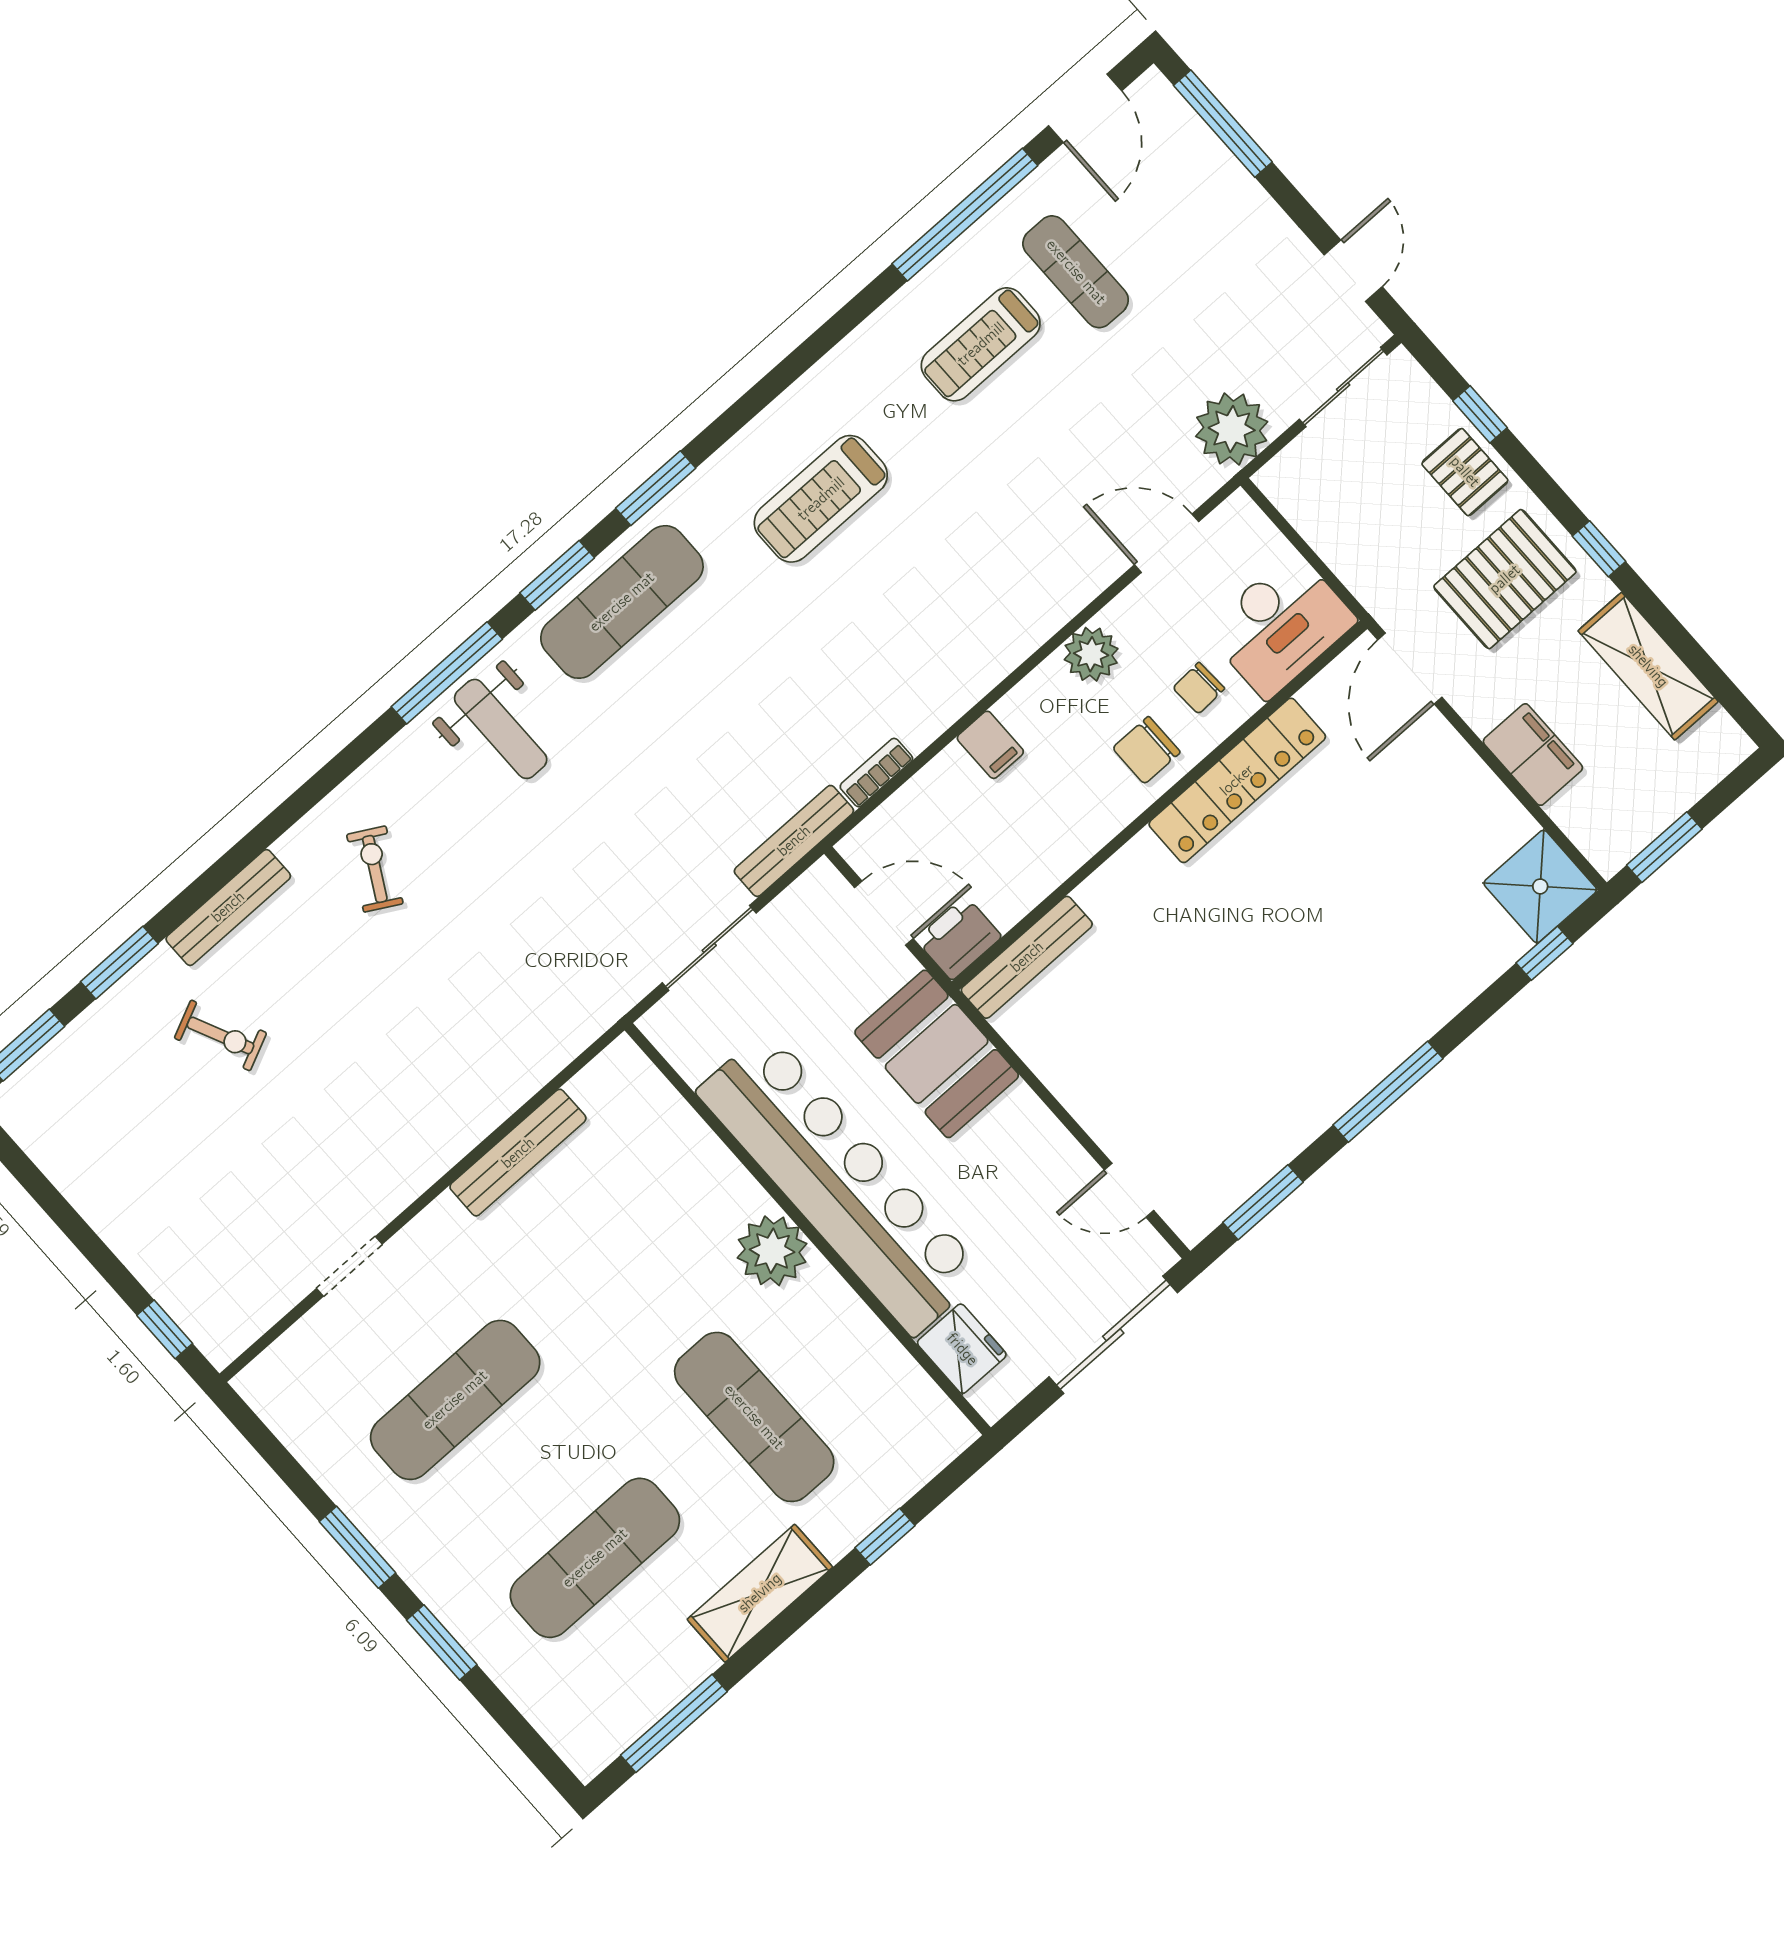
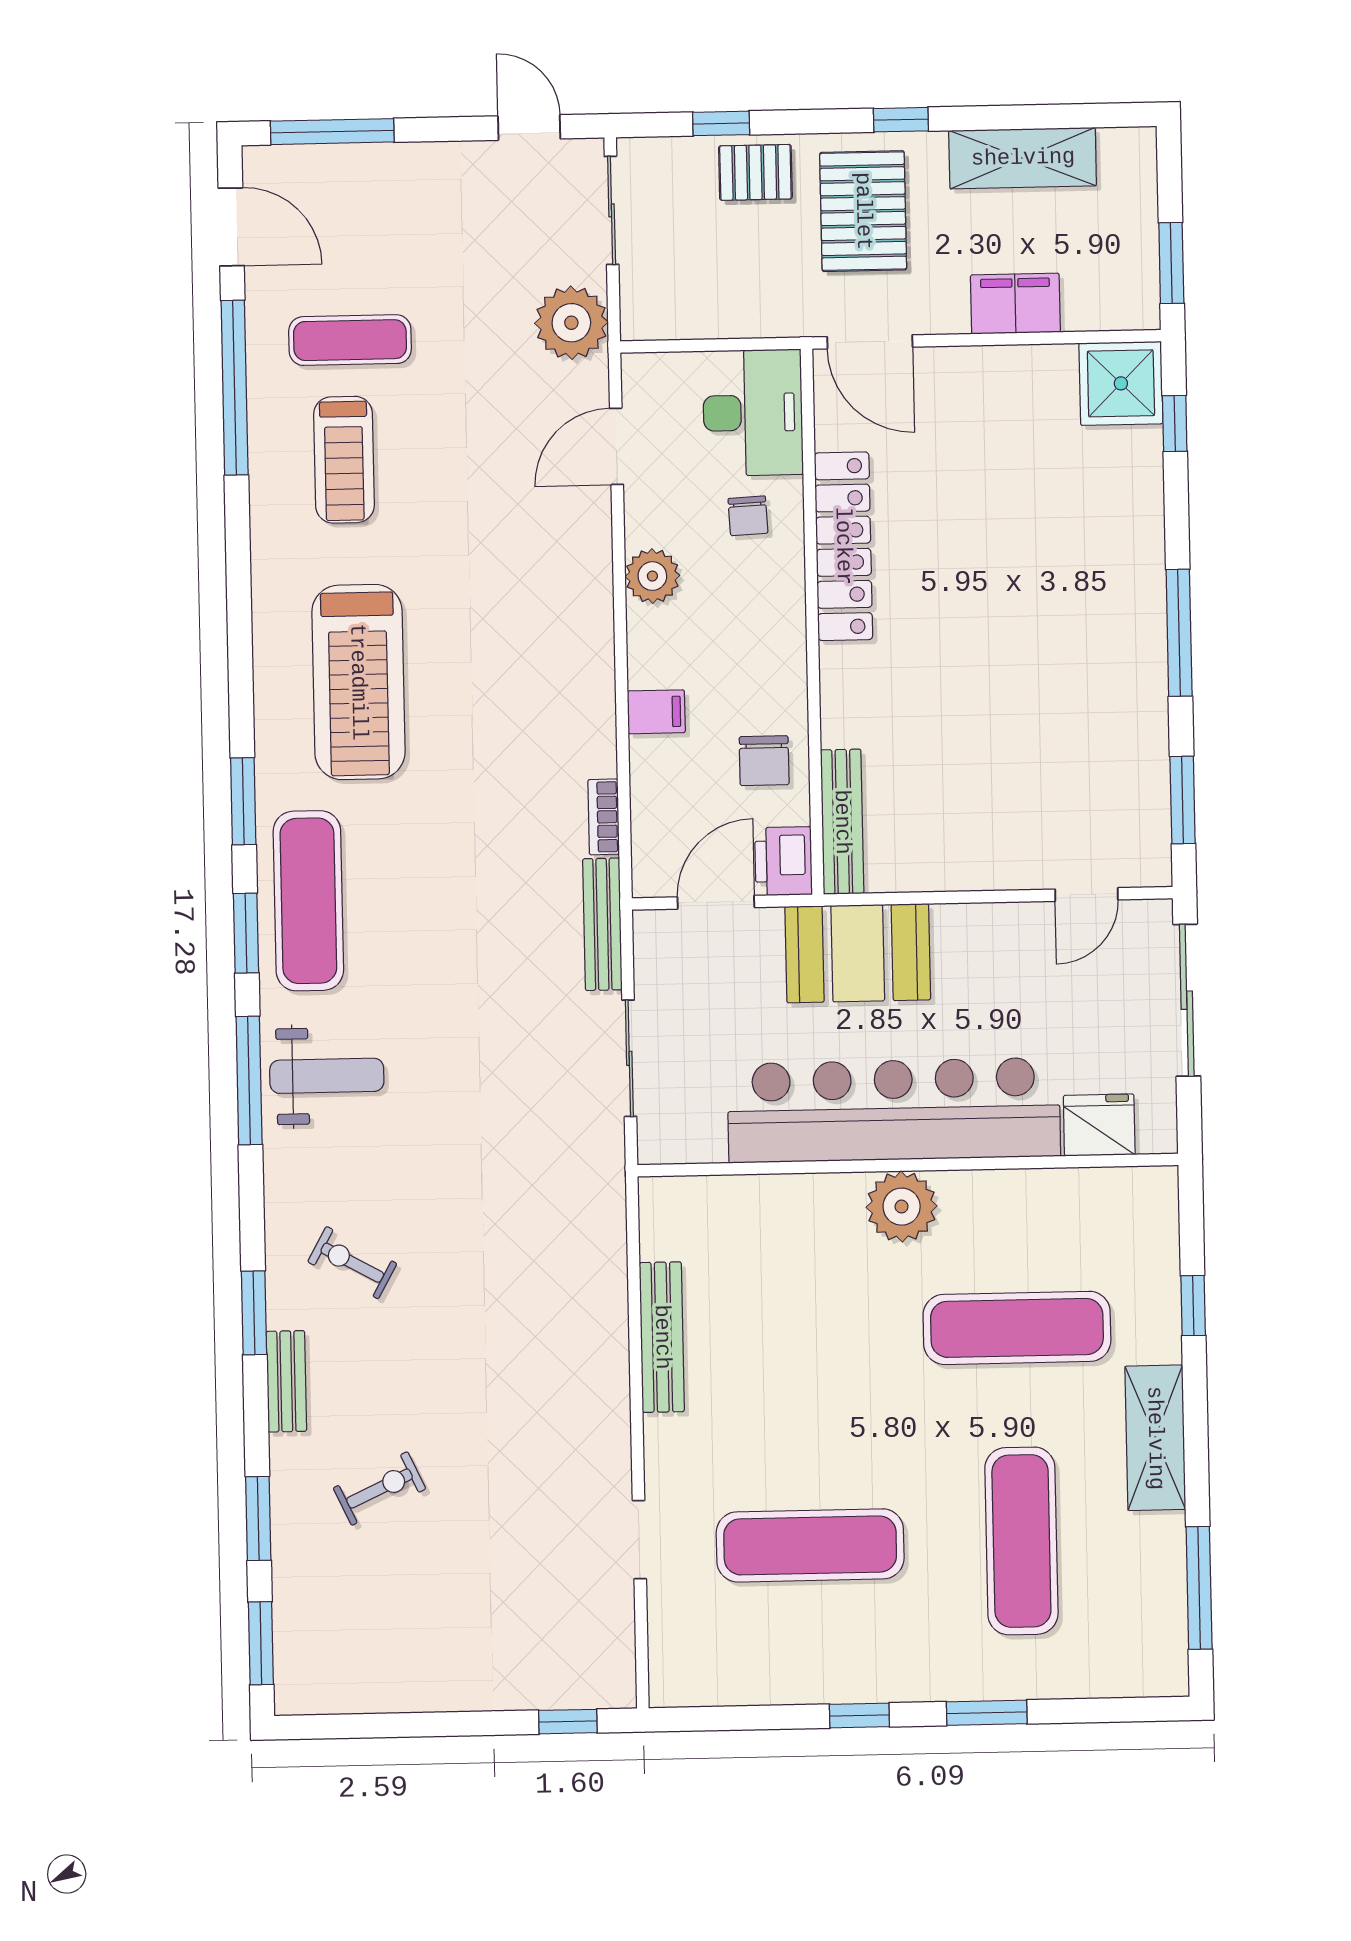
treadmill: (821, 499) -> (358, 682), width x1.37, depth x1.38
chair: (1146, 750) -> (764, 761), moved
window: (273, 827) -> (254, 1313), added
bench: (228, 907) -> (286, 1381), width x0.73
exercise mat: (455, 1400) -> (810, 1545), turned 90
window: (358, 1547) -> (859, 1715), width x0.67

